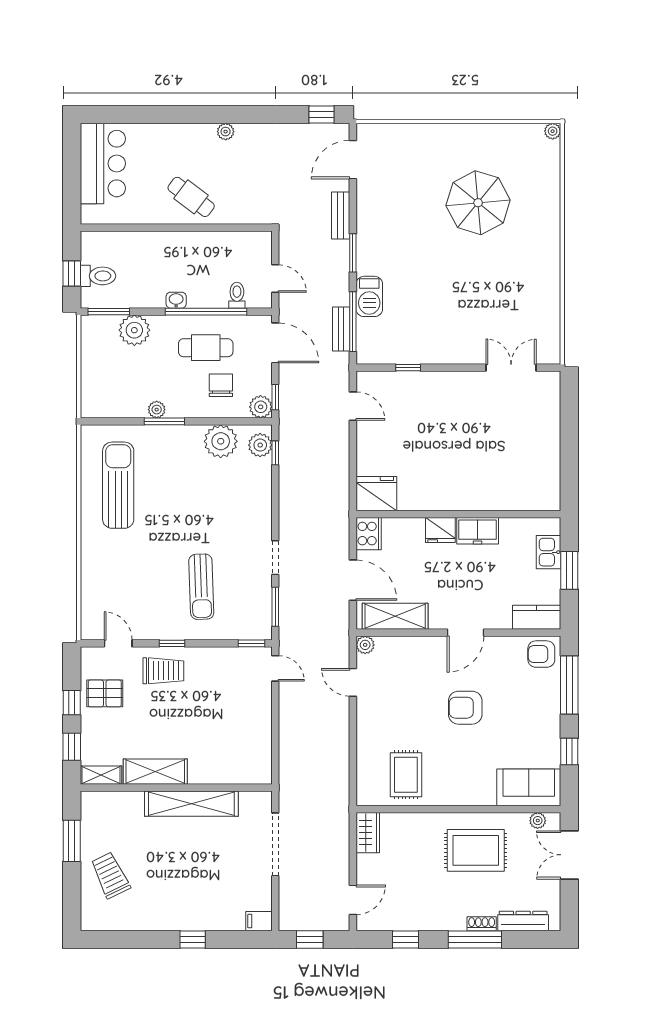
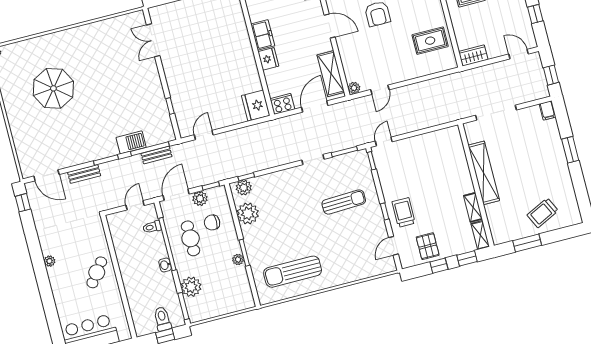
plant: (261, 407) -> (200, 199), moved
shelving: (155, 772) -> (473, 207), width x0.67, depth x0.75
window: (193, 939) -> (570, 150), width x1.50

